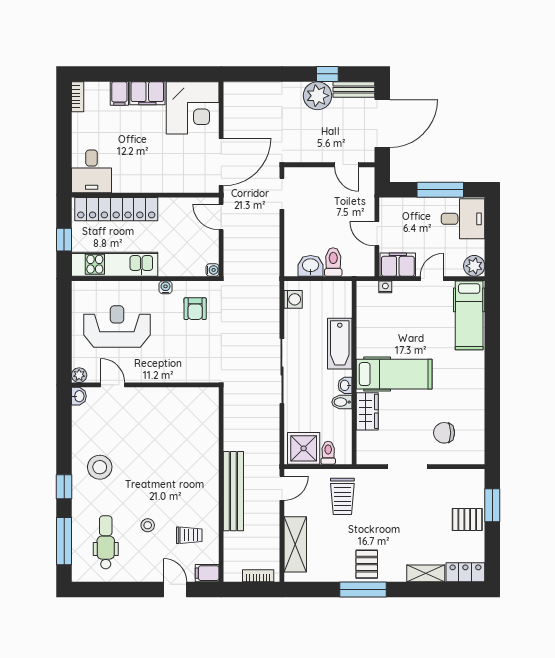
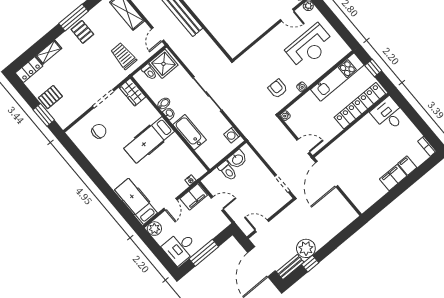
corner desk: (193, 108) -> (364, 189), removed
wardrobe: (367, 411) -> (132, 92), moved

